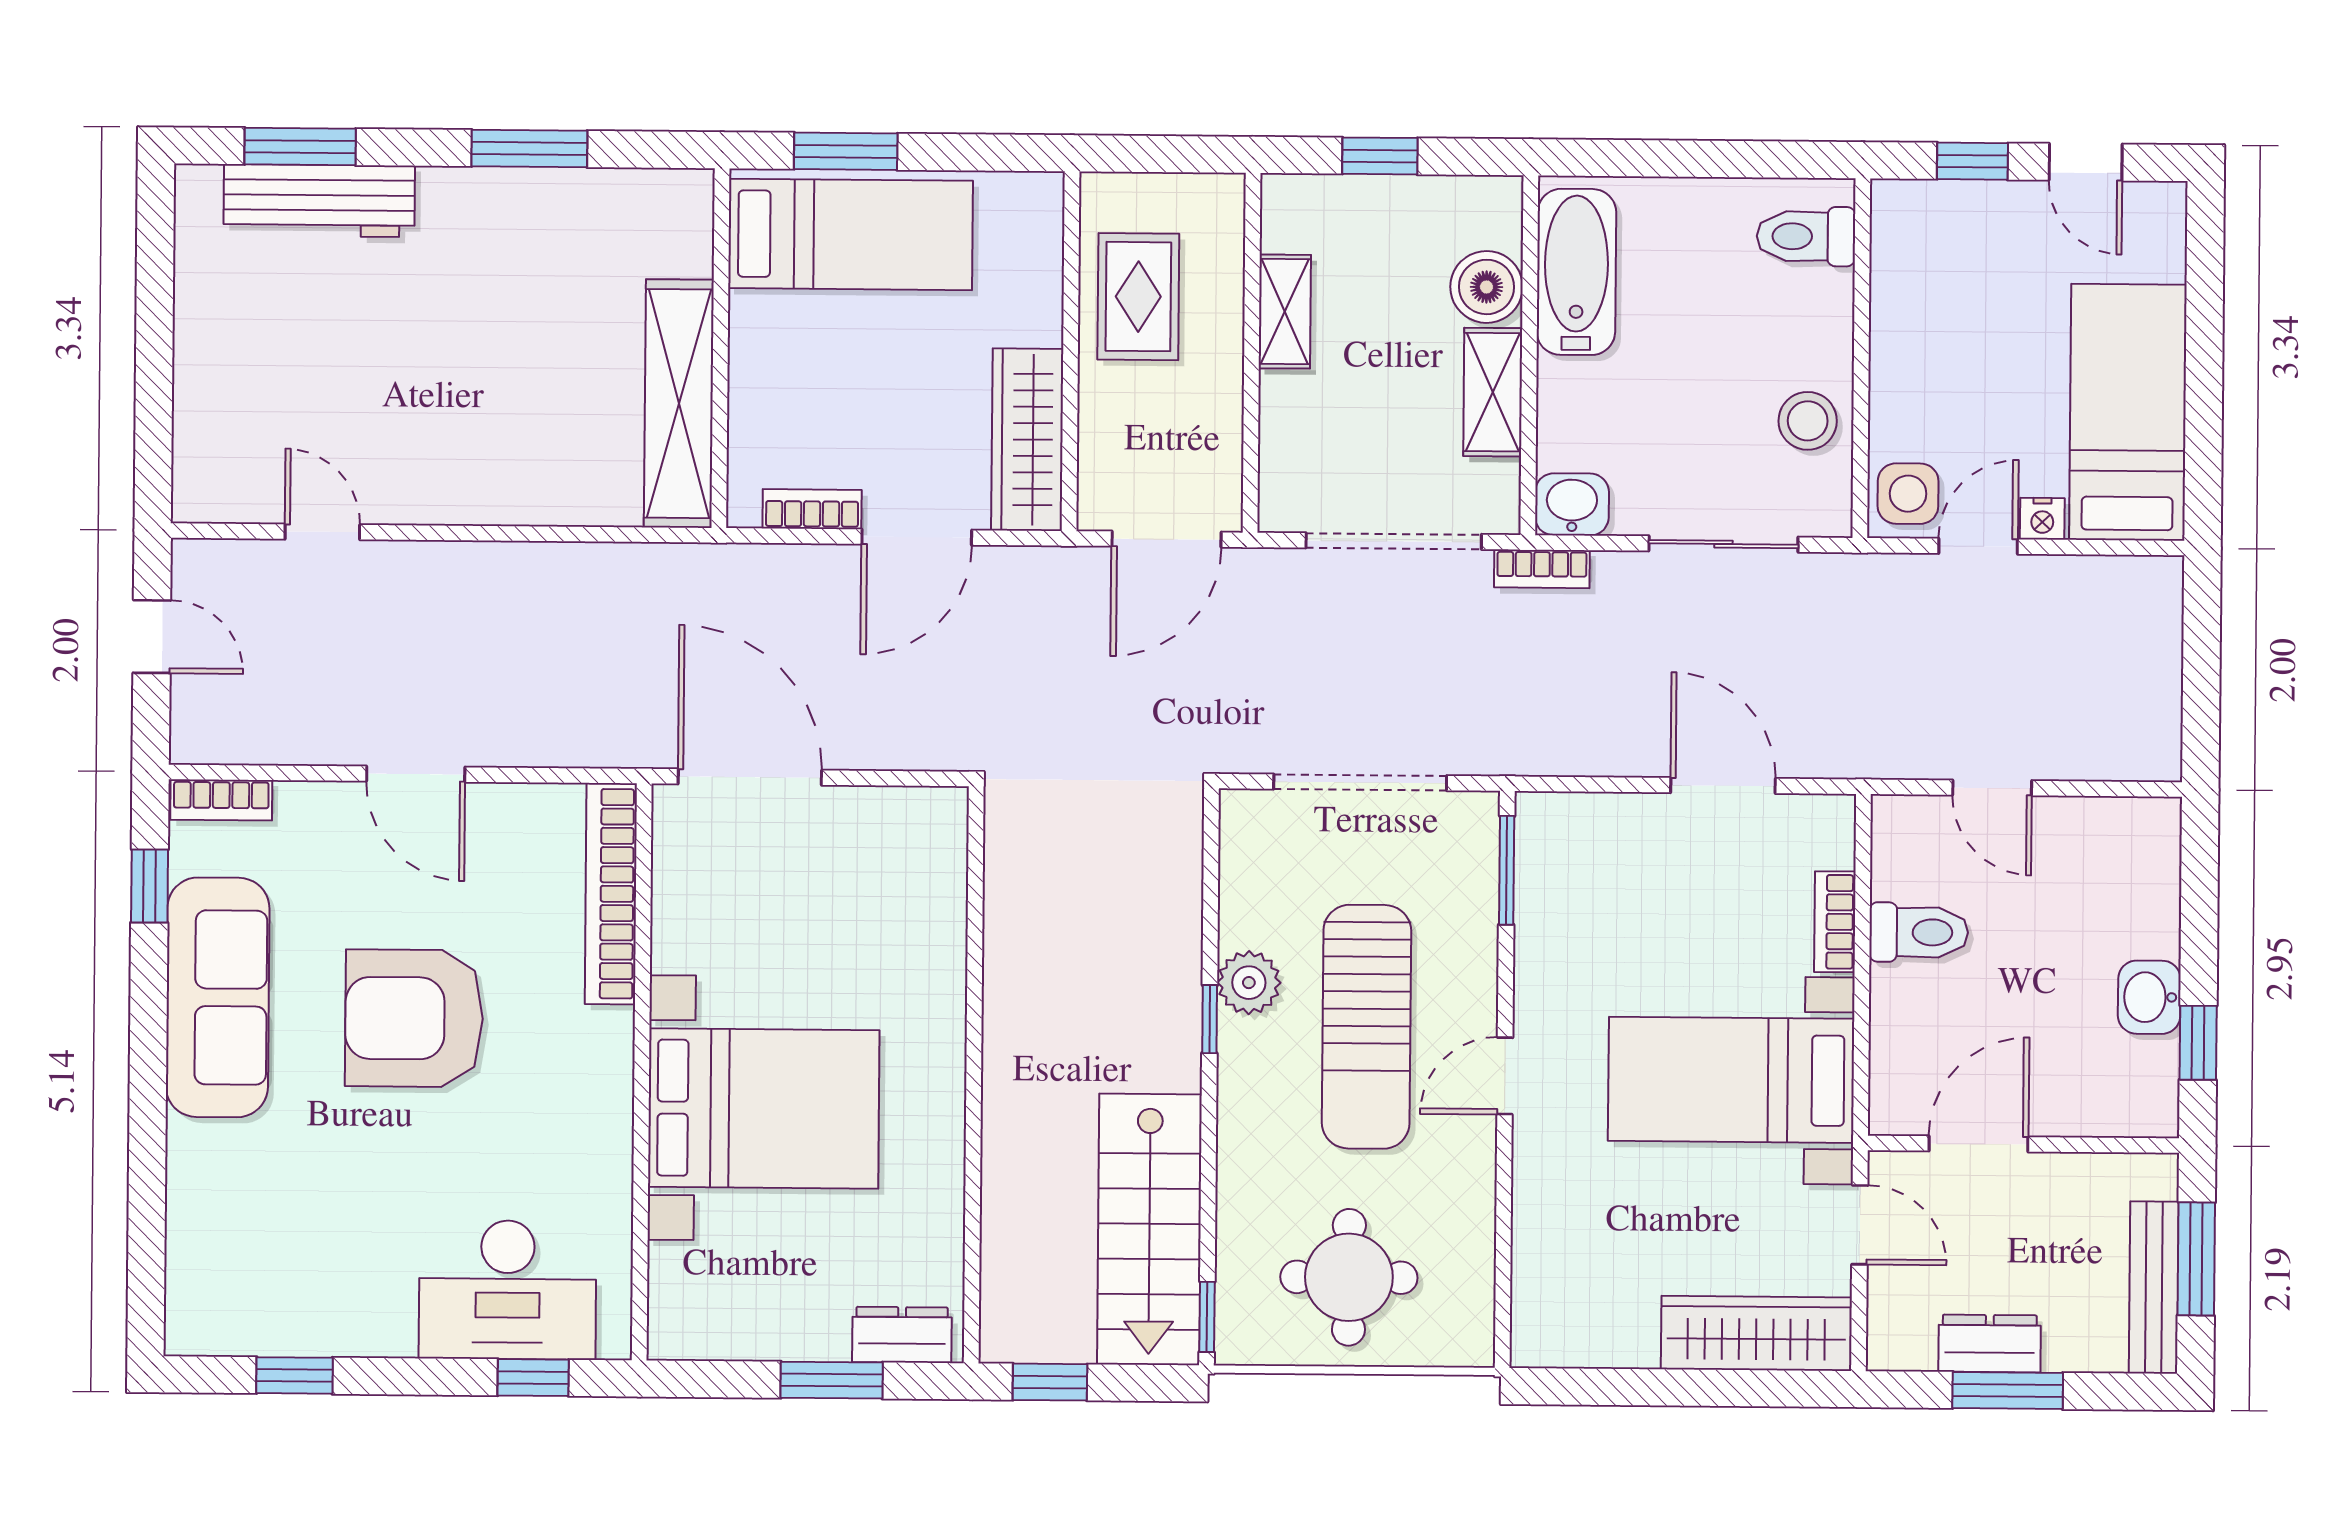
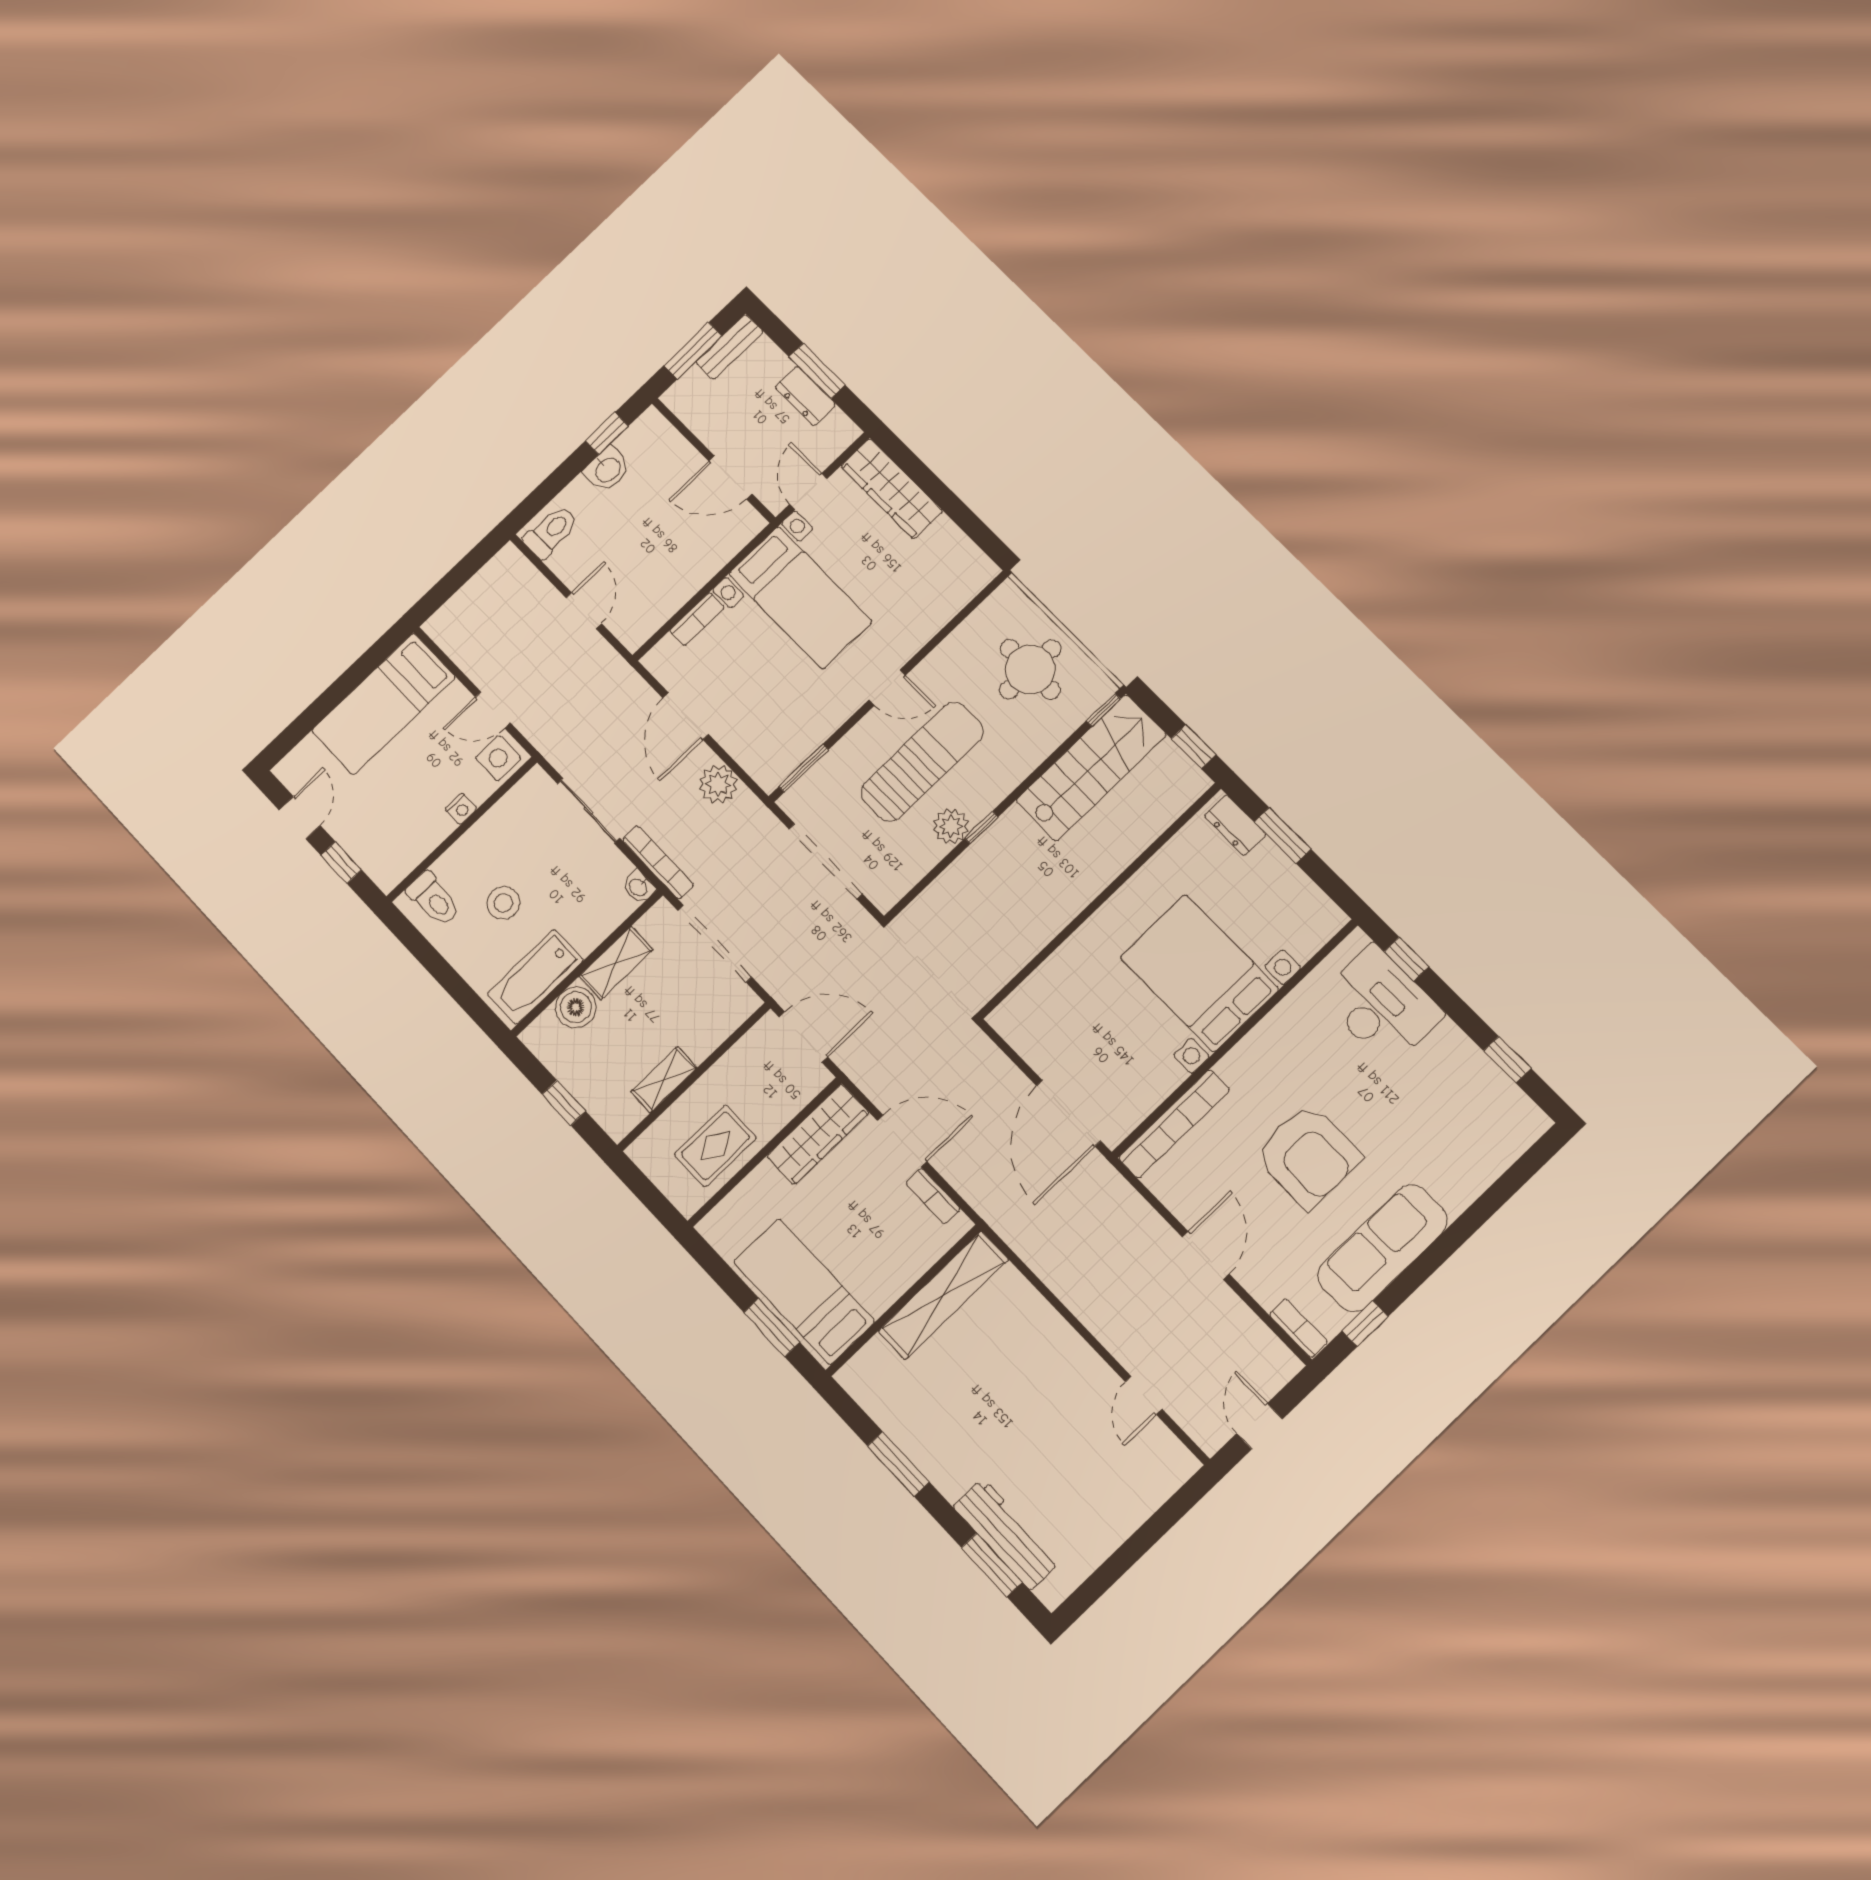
stool: (1808, 421) -> (503, 903), moved
washbasin: (1572, 504) -> (639, 887), width x0.72, depth x0.69
nightstand: (2042, 519) -> (461, 809), moved, turned 90
bookcase: (1542, 569) -> (658, 862), width x1.56
plant: (1593, 742) -> (718, 784), added
toilet: (1919, 932) -> (551, 532), moved, turned 90
bench: (2154, 1287) -> (730, 347), width x0.73

